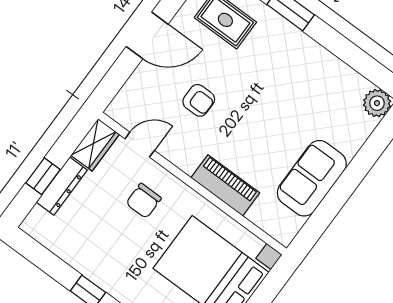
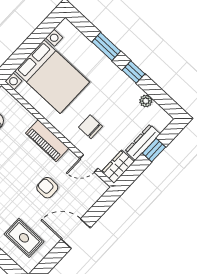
piano: (225, 185) -> (47, 141), moved
chair: (144, 201) -> (91, 127), turned -90
plant: (64, 250) -> (146, 101), added

